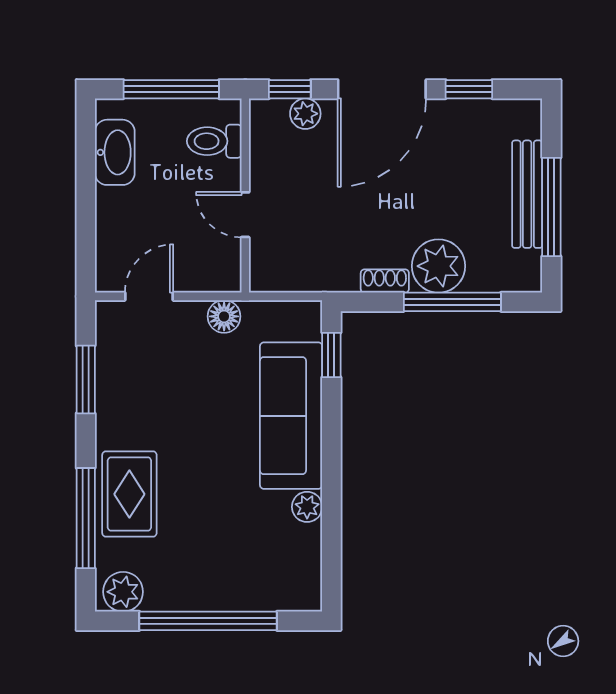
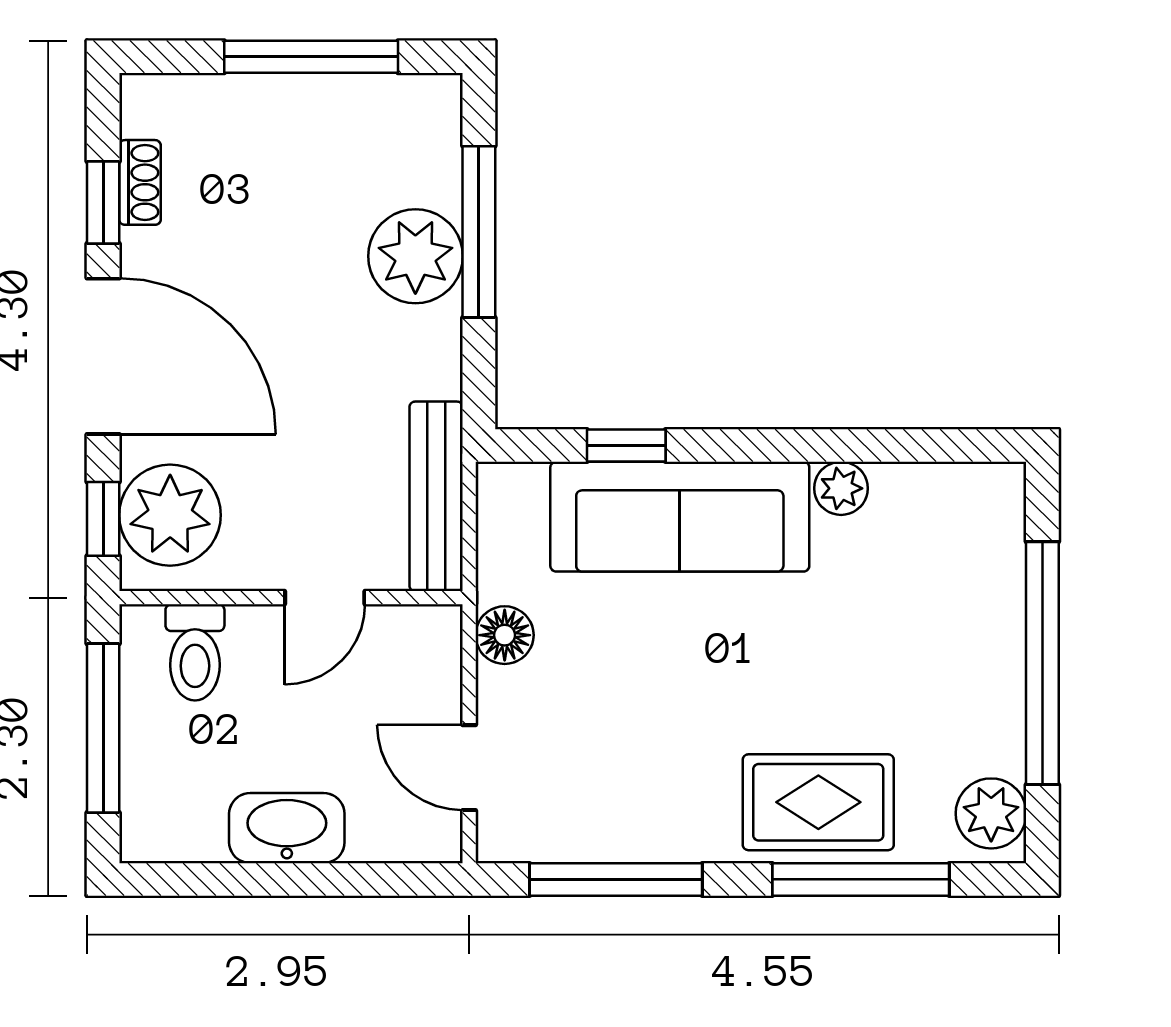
plant: (305, 114) -> (170, 515), width x1.87, depth x1.87
washbasin: (115, 152) -> (287, 828), moved
bench: (527, 194) -> (436, 496), moved, turned 90
shoe rack: (385, 281) -> (140, 182), moved, turned 180
window: (331, 355) -> (626, 445), moved
window: (86, 379) -> (616, 879), width x1.44

